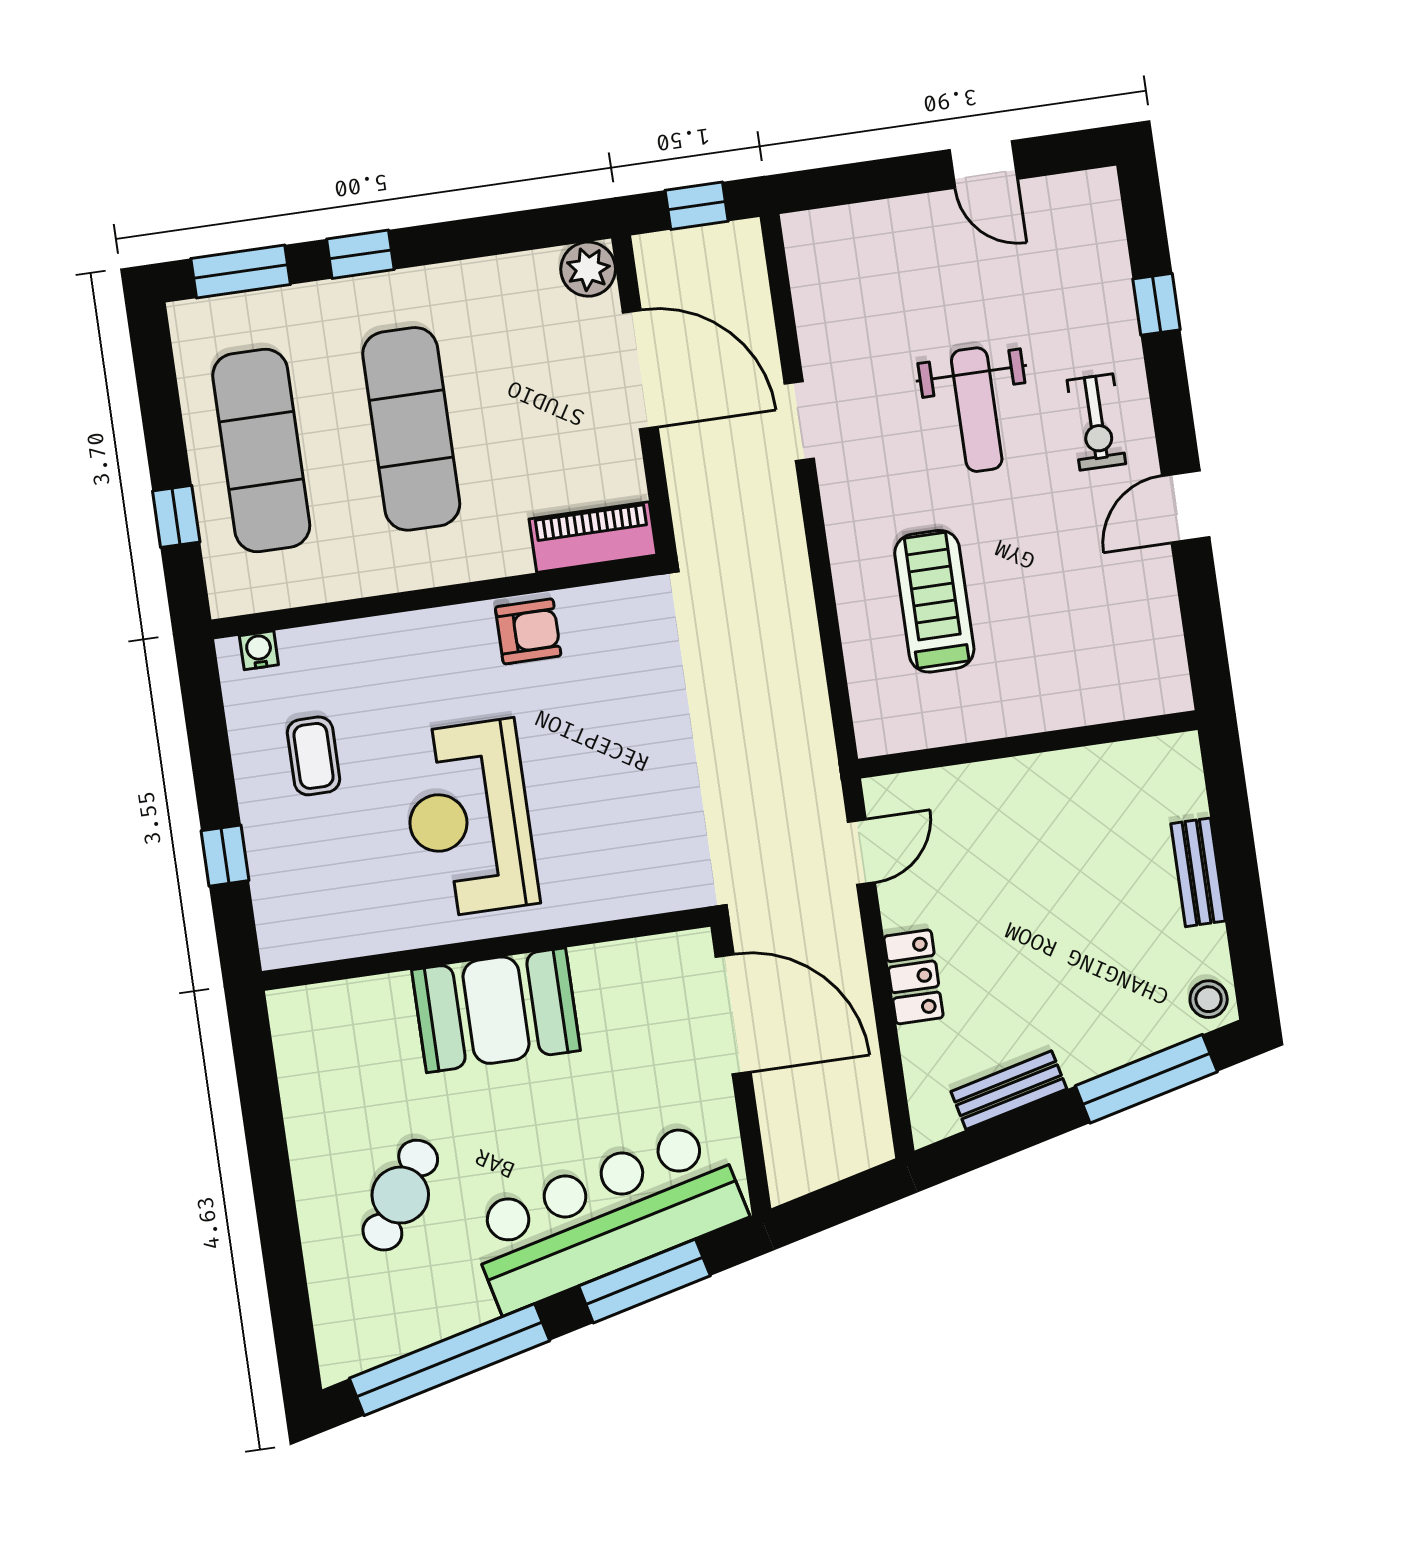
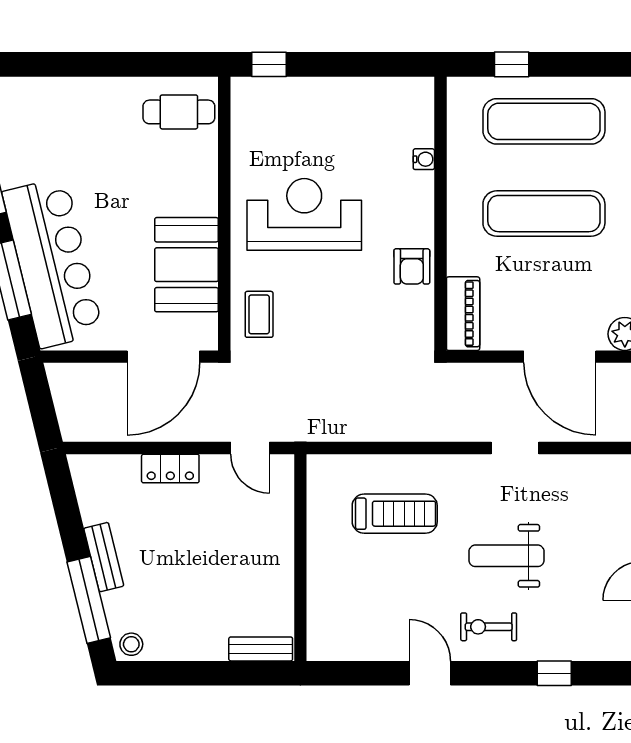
door: (640, 370) -> (560, 357), hinge flipped
water cooler: (259, 650) -> (424, 159), moved
coffee table: (314, 756) -> (259, 314), moved, turned 90
window: (225, 856) -> (269, 64), moved
bench: (1198, 872) -> (261, 649), moved
booth: (496, 1010) -> (186, 265), moved
bench: (1009, 1090) -> (104, 557), moved
cafe table: (400, 1195) -> (179, 112), moved, turned -34

